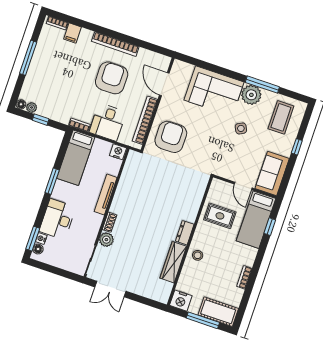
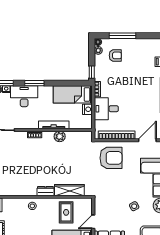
window: (28, 58) -> (123, 36), moved
armchair: (112, 78) -> (115, 55), moved, width x0.53, depth x0.53
window: (41, 120) -> (92, 72), moved
nightstand: (118, 152) -> (87, 109), moved
window: (52, 181) -> (34, 83), moved
plant: (106, 240) -> (60, 136), moved
wardrobe: (173, 262) -> (69, 190), moved

